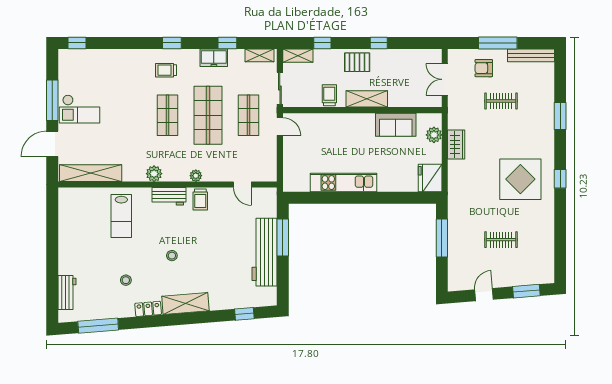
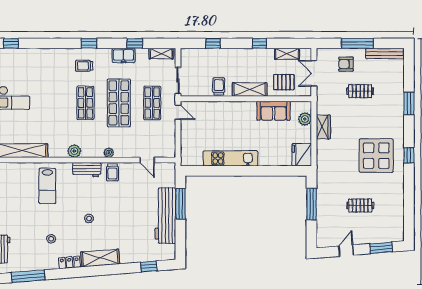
shelving: (298, 56) -> (287, 54), moved
pallet: (357, 62) -> (284, 82), moved

